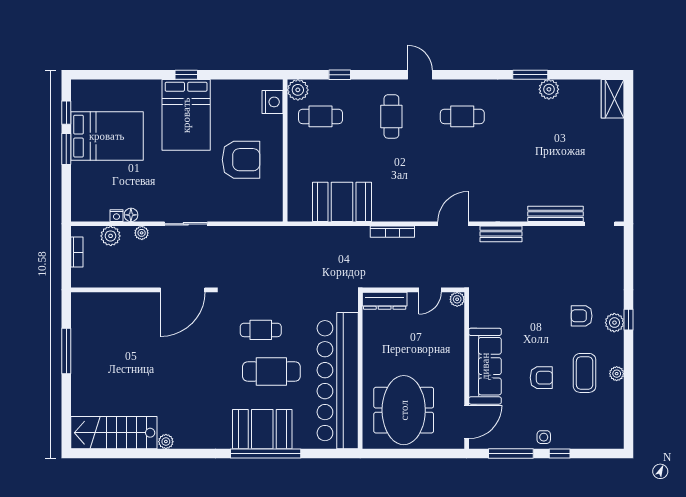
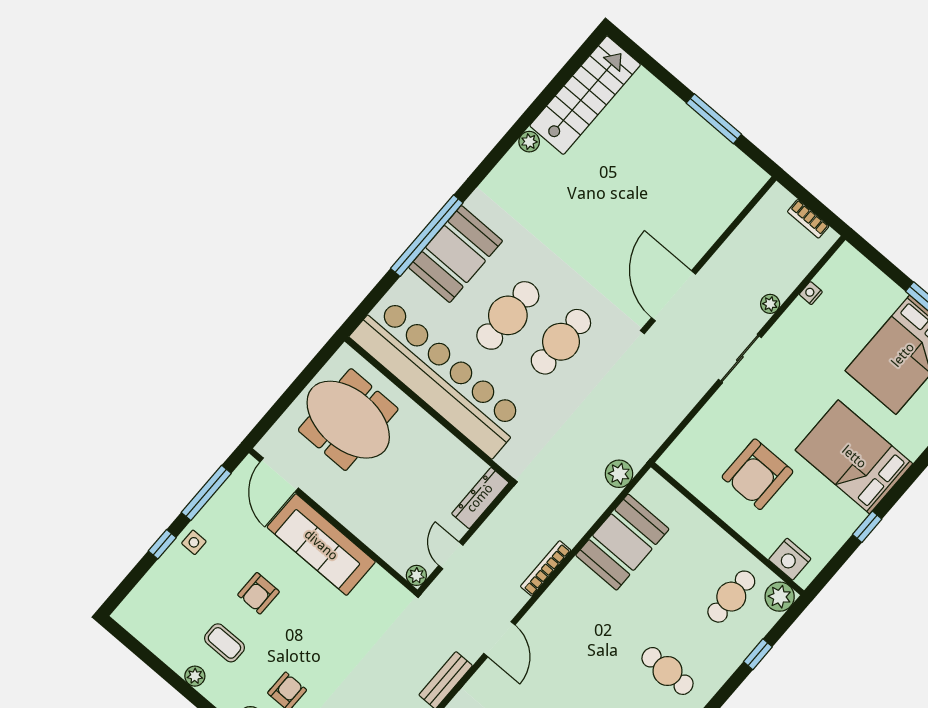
window: (186, 75) -> (867, 527), moved
floor lamp: (131, 215) -> (799, 309), removed
plant: (111, 236) -> (619, 474), moved
cafe table: (261, 330) -> (561, 342), width x1.37, depth x1.35
coffee table: (585, 373) -> (224, 643), width x0.73, depth x0.77

